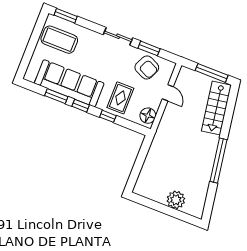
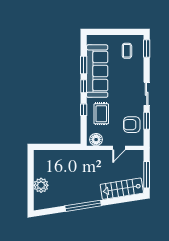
coffee table: (59, 40) -> (127, 51), width x0.54, depth x0.58
armchair: (147, 67) -> (132, 125), turned 65
rug: (120, 98) -> (101, 114), turned 90

